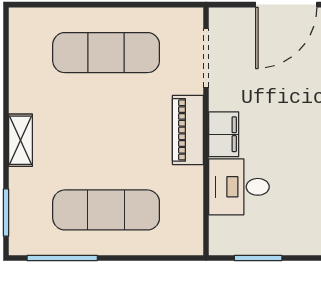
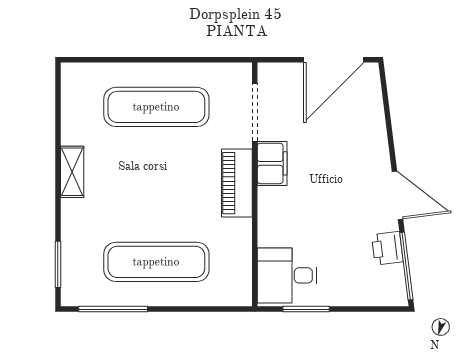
filing cabinet: (224, 134) -> (272, 163), moved
shelving: (21, 140) -> (72, 172), moved
desk: (239, 187) -> (287, 275), moved

